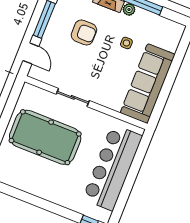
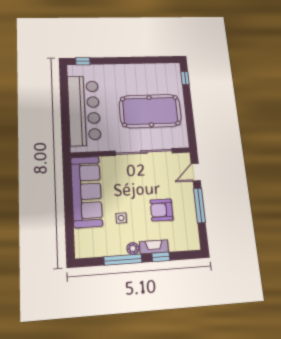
door: (31, 53) -> (196, 172), hinge flipped
sliding door: (73, 97) -> (144, 152), width x1.86

